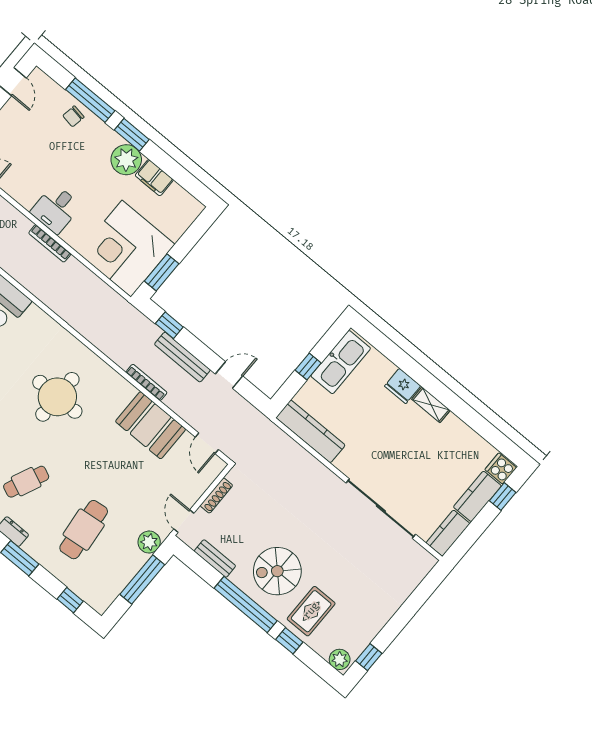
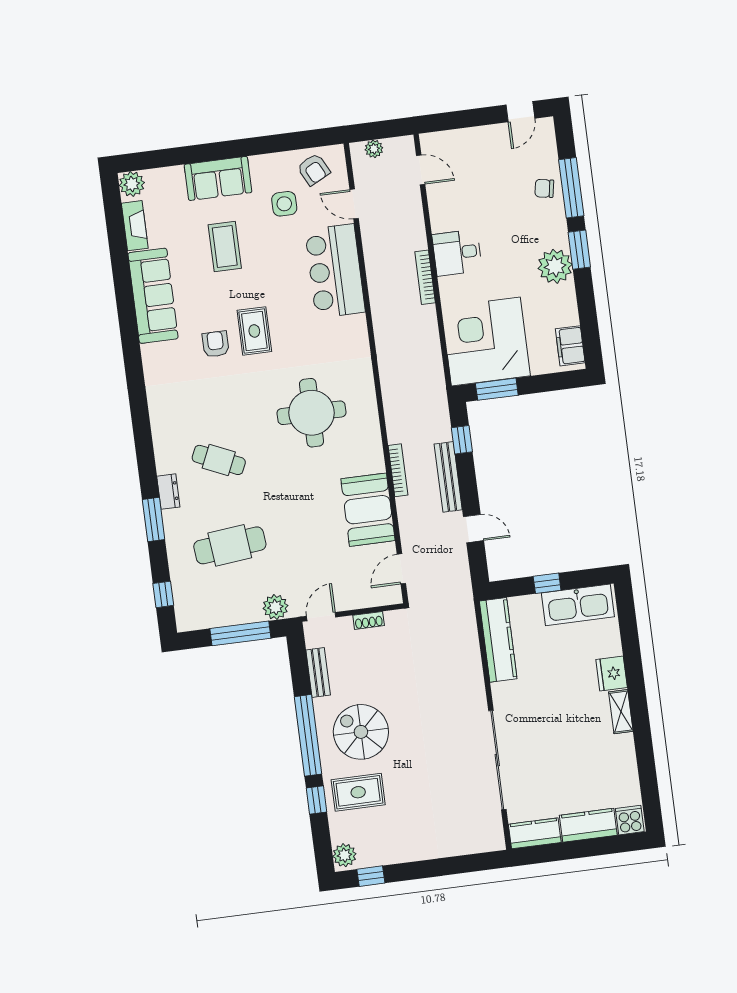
filing cabinet: (154, 178) -> (570, 346), moved
shoe rack: (216, 496) -> (369, 620), width x0.70
window: (503, 497) -> (609, 845), removed

